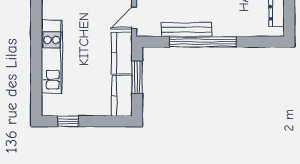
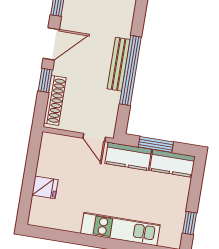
bench: (186, 30) -> (119, 64), moved

